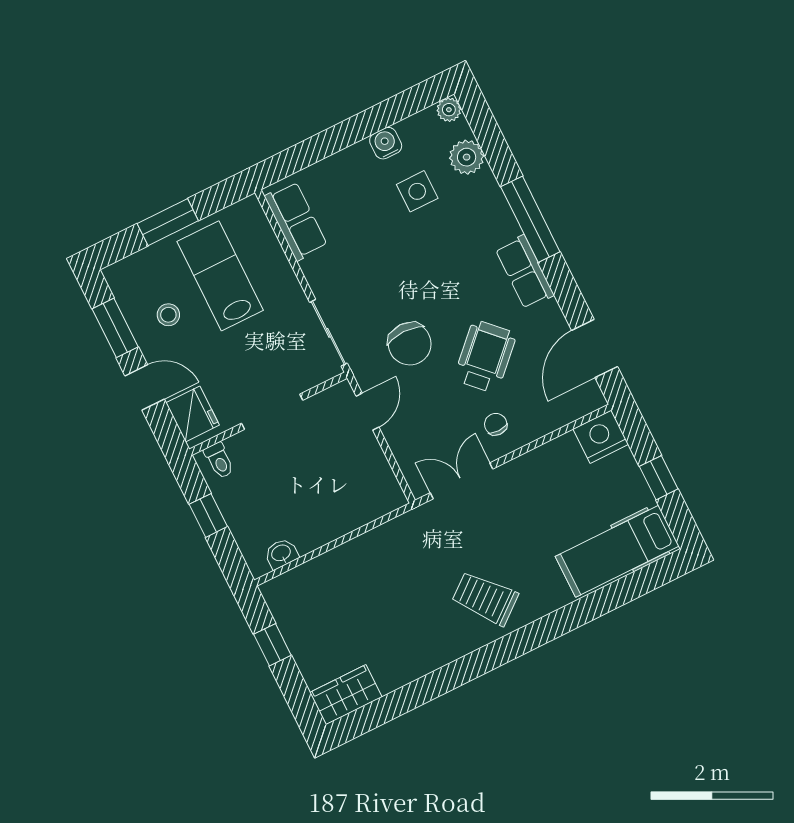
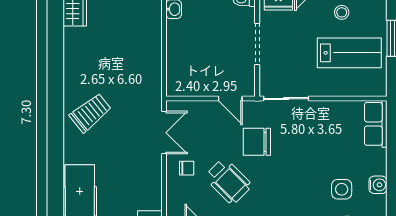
row of seats: (296, 221) -> (376, 124), moved, turned 90

